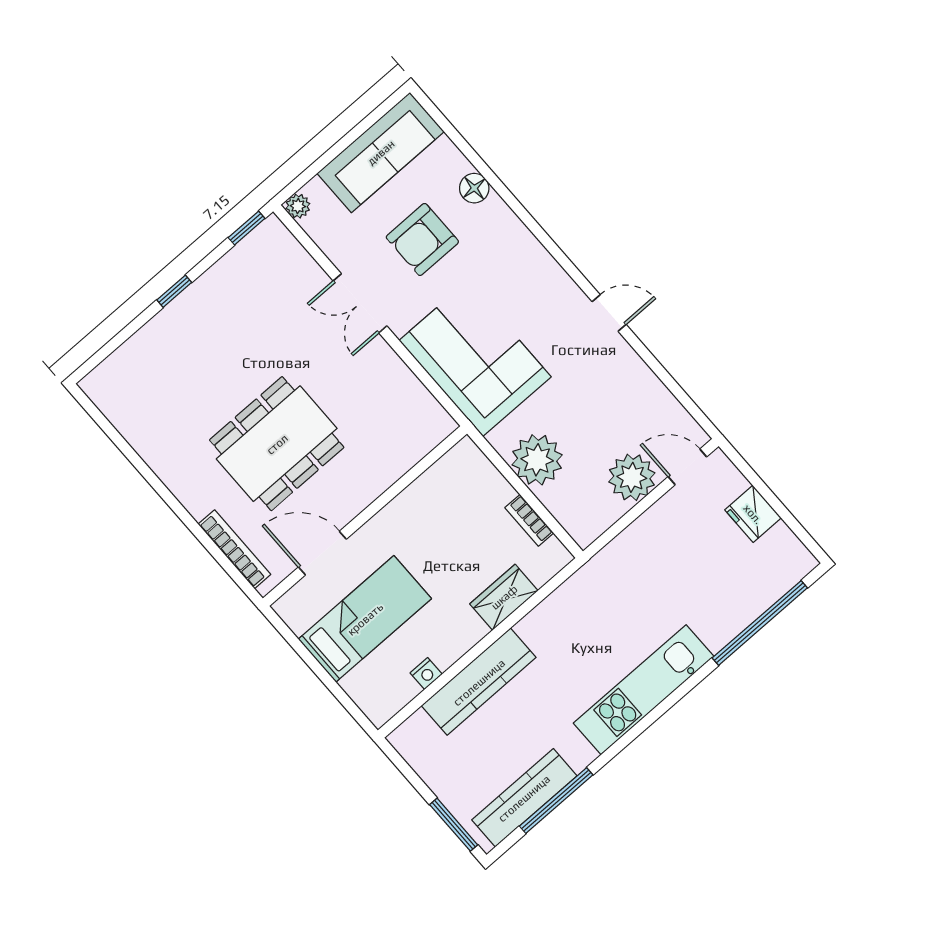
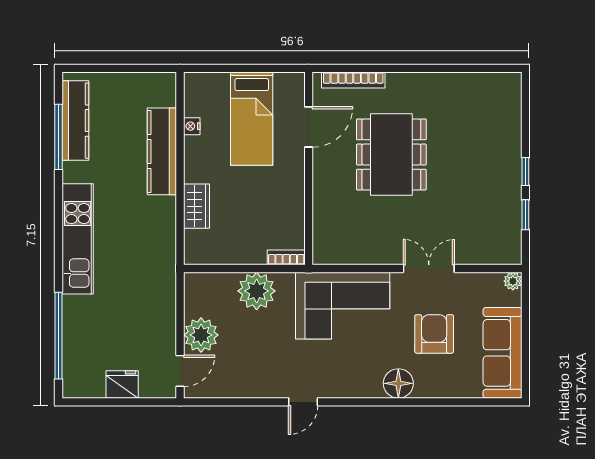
floor lamp: (474, 188) -> (398, 383), moved, width x1.38, depth x1.38
window: (247, 228) -> (525, 215), moved
bookcase: (529, 520) -> (286, 257), moved
window: (454, 825) -> (95, 68), removed

